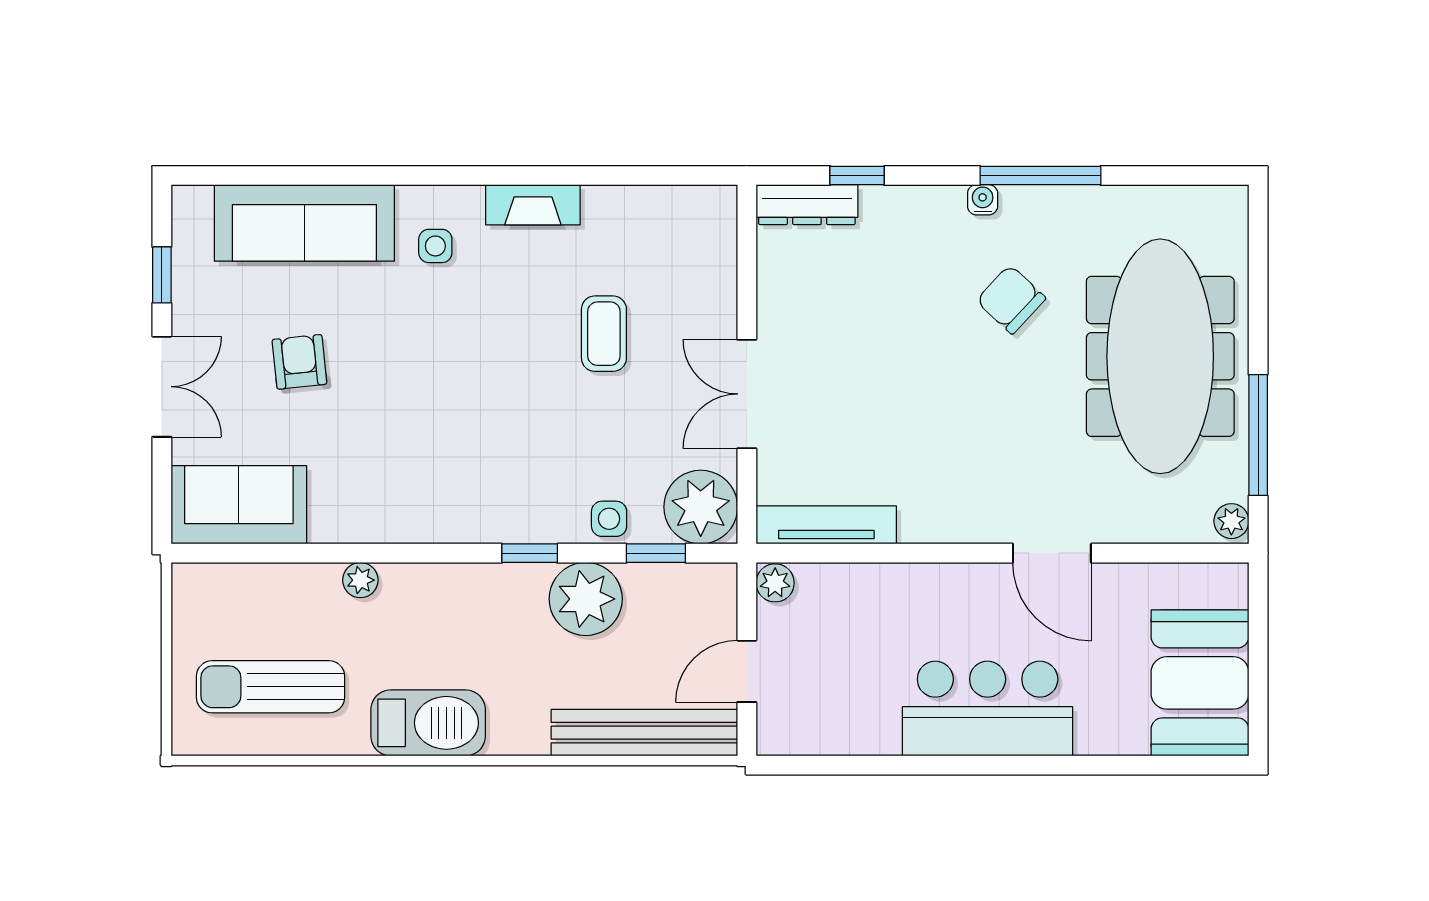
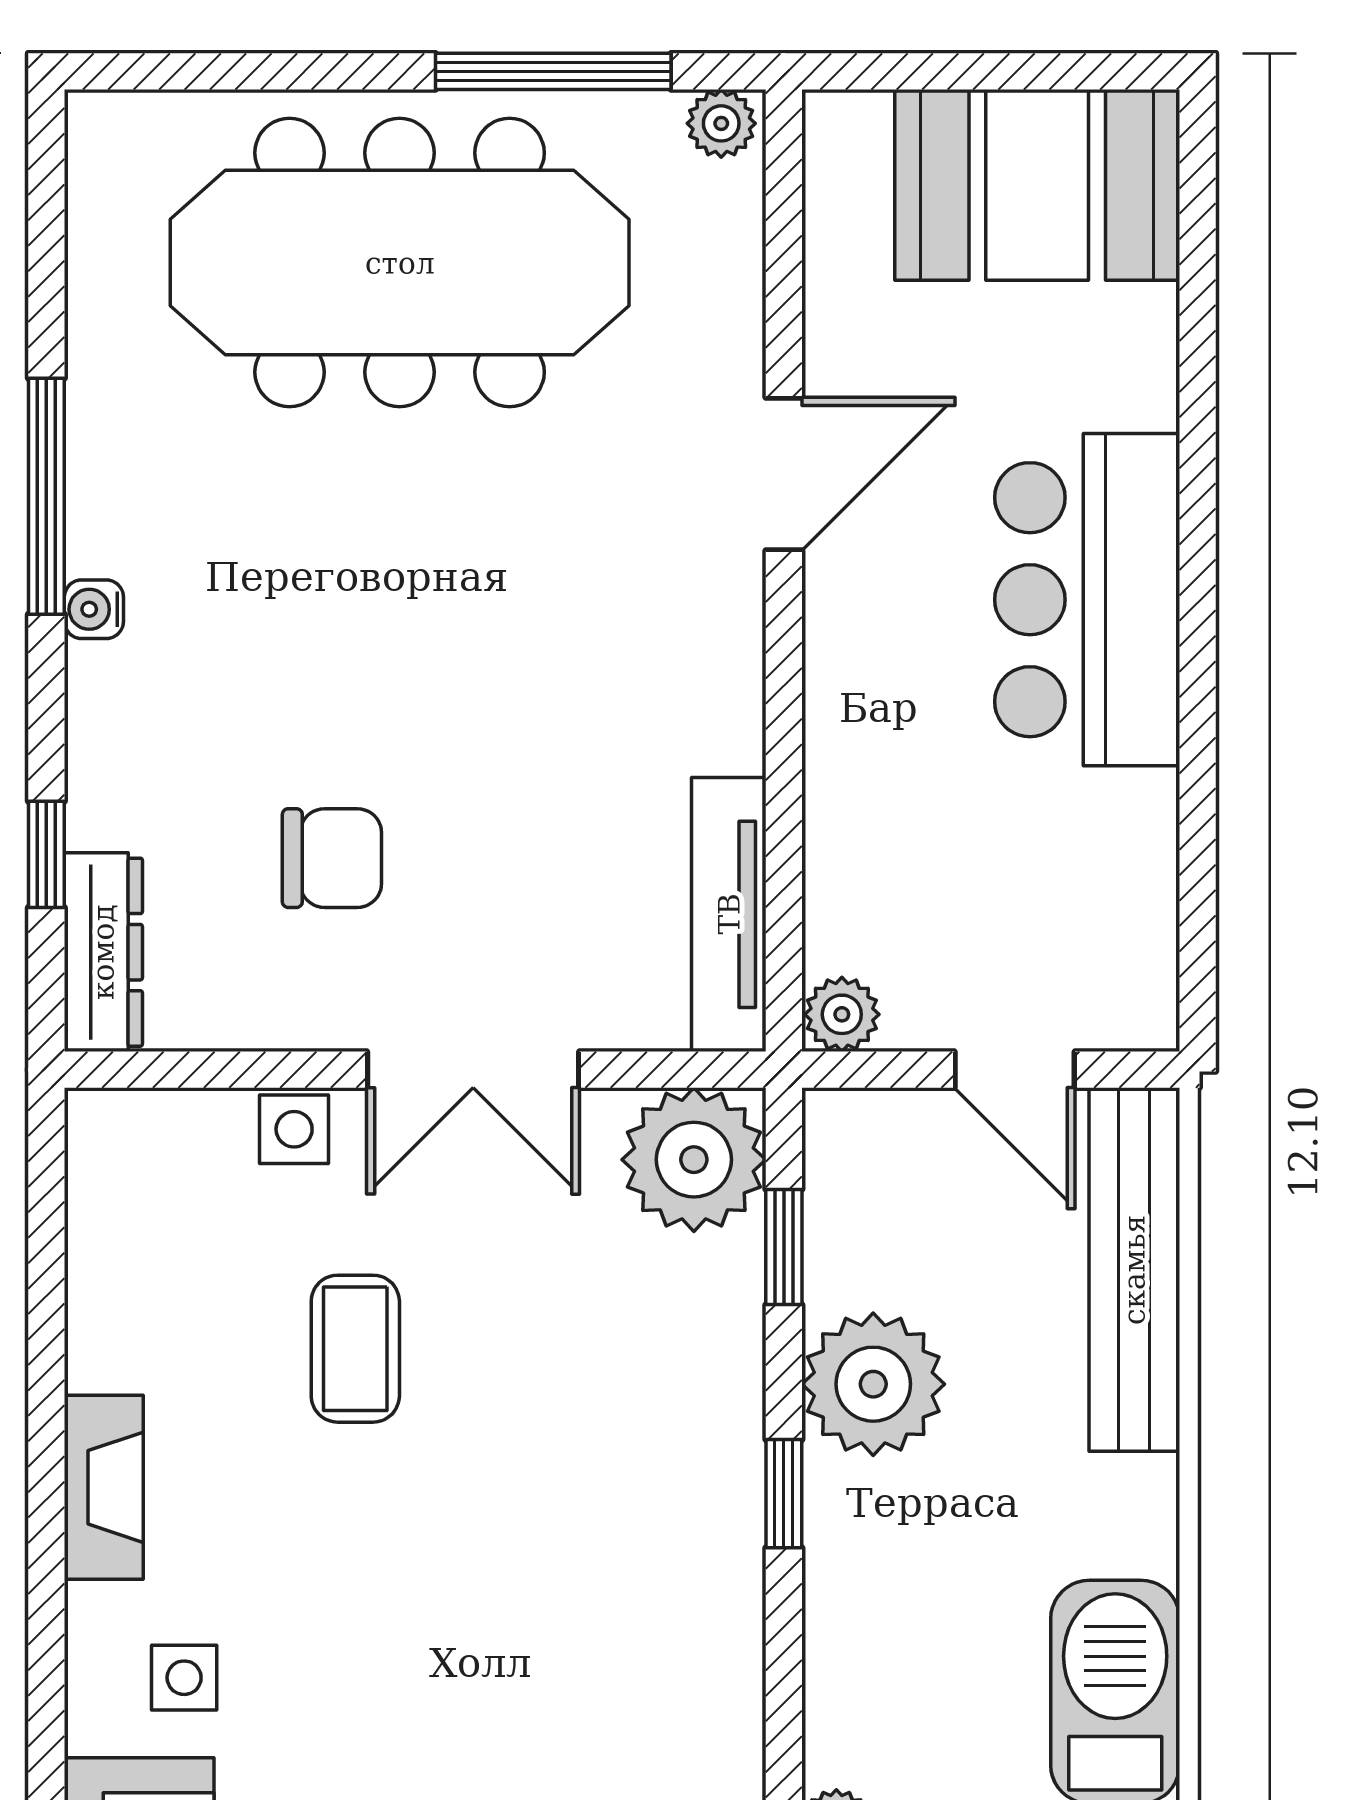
chair: (1011, 299) -> (332, 858), moved, turned -133
coffee table: (604, 334) -> (355, 1349), turned 90
side table: (609, 519) -> (294, 1129), moved

